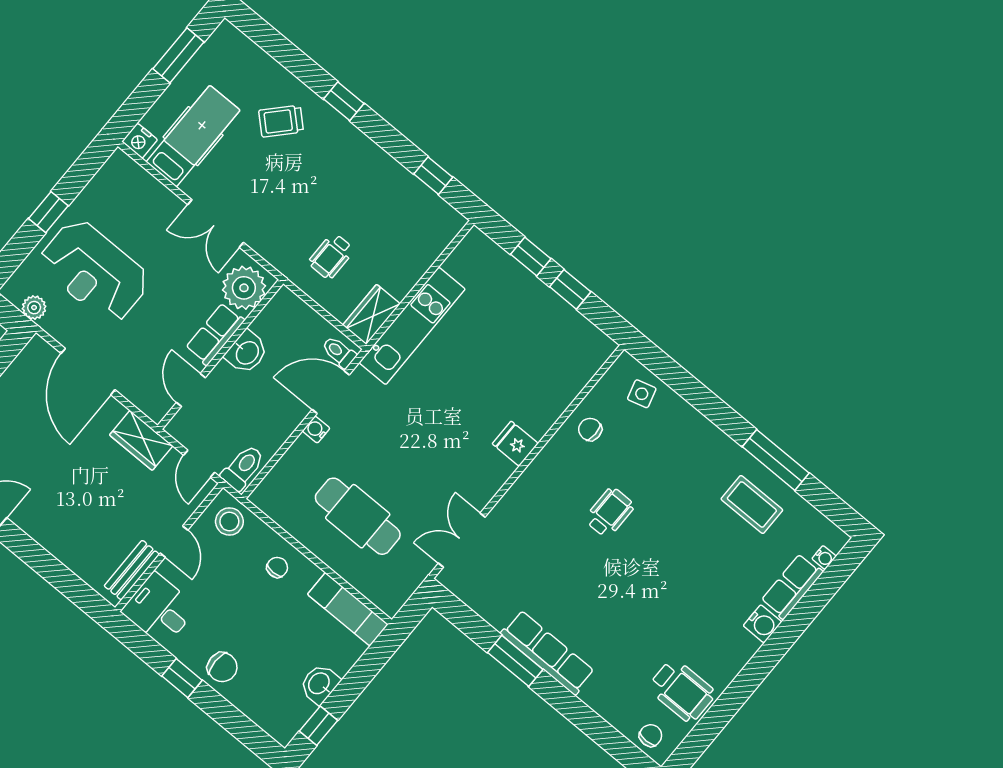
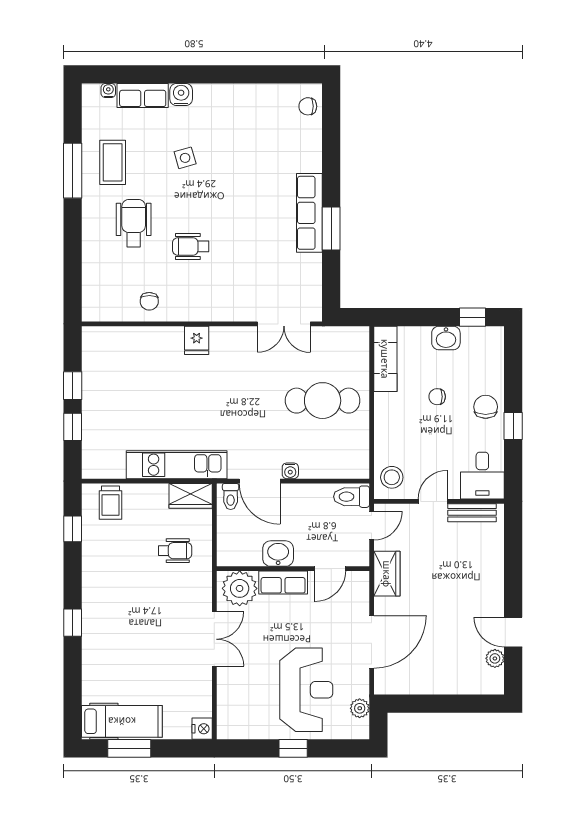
trolley: (281, 121) -> (111, 503), moved, turned 47
hospital bed: (193, 136) -> (122, 721), moved, turned 180
side table: (642, 394) -> (185, 158), moved
cafe table: (358, 516) -> (323, 401), turned 90
chair: (277, 567) -> (437, 397), moved
wheelchair: (682, 691) -> (134, 223), moved

